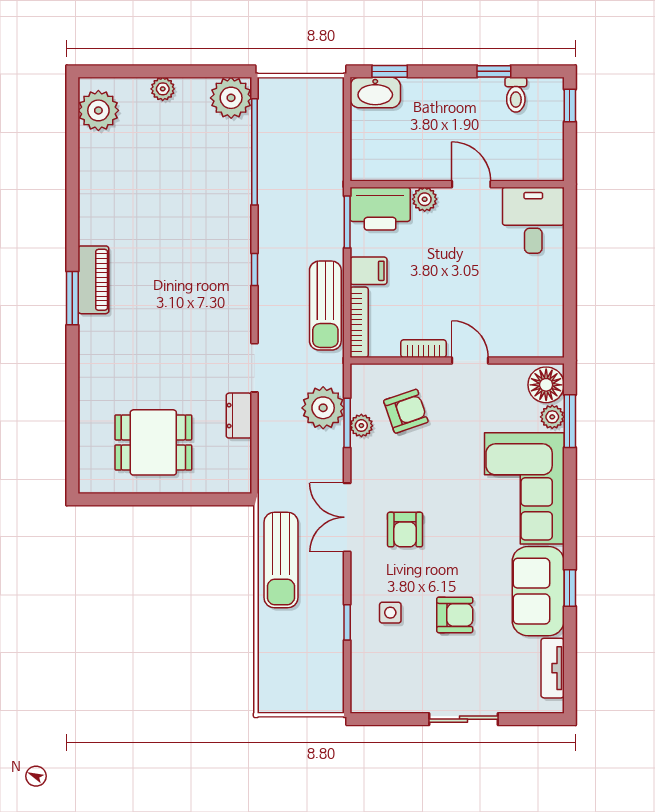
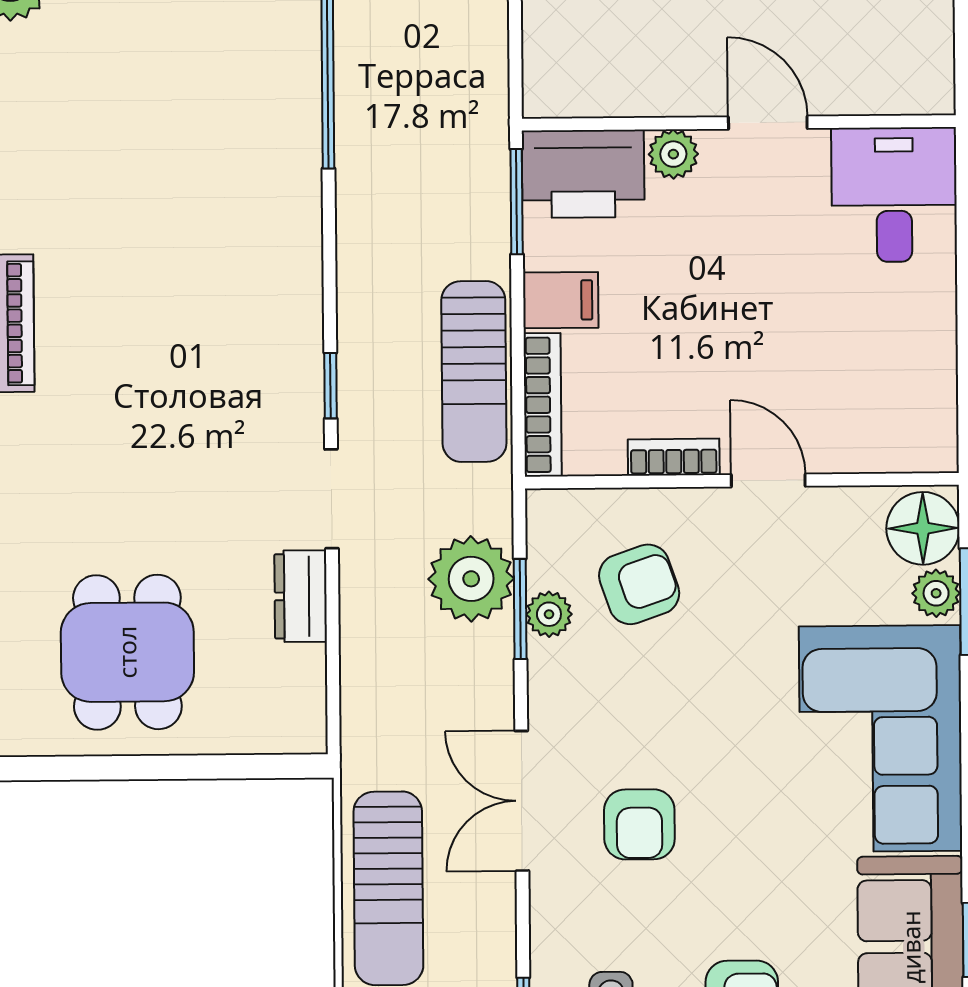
window: (255, 269) -> (330, 386), moved
dining table: (153, 442) -> (127, 652), turned 90

